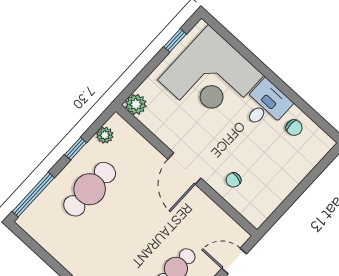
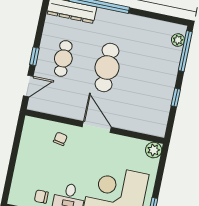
plant: (105, 135) -> (178, 40), moved
cafe table: (90, 189) -> (107, 68), moved

